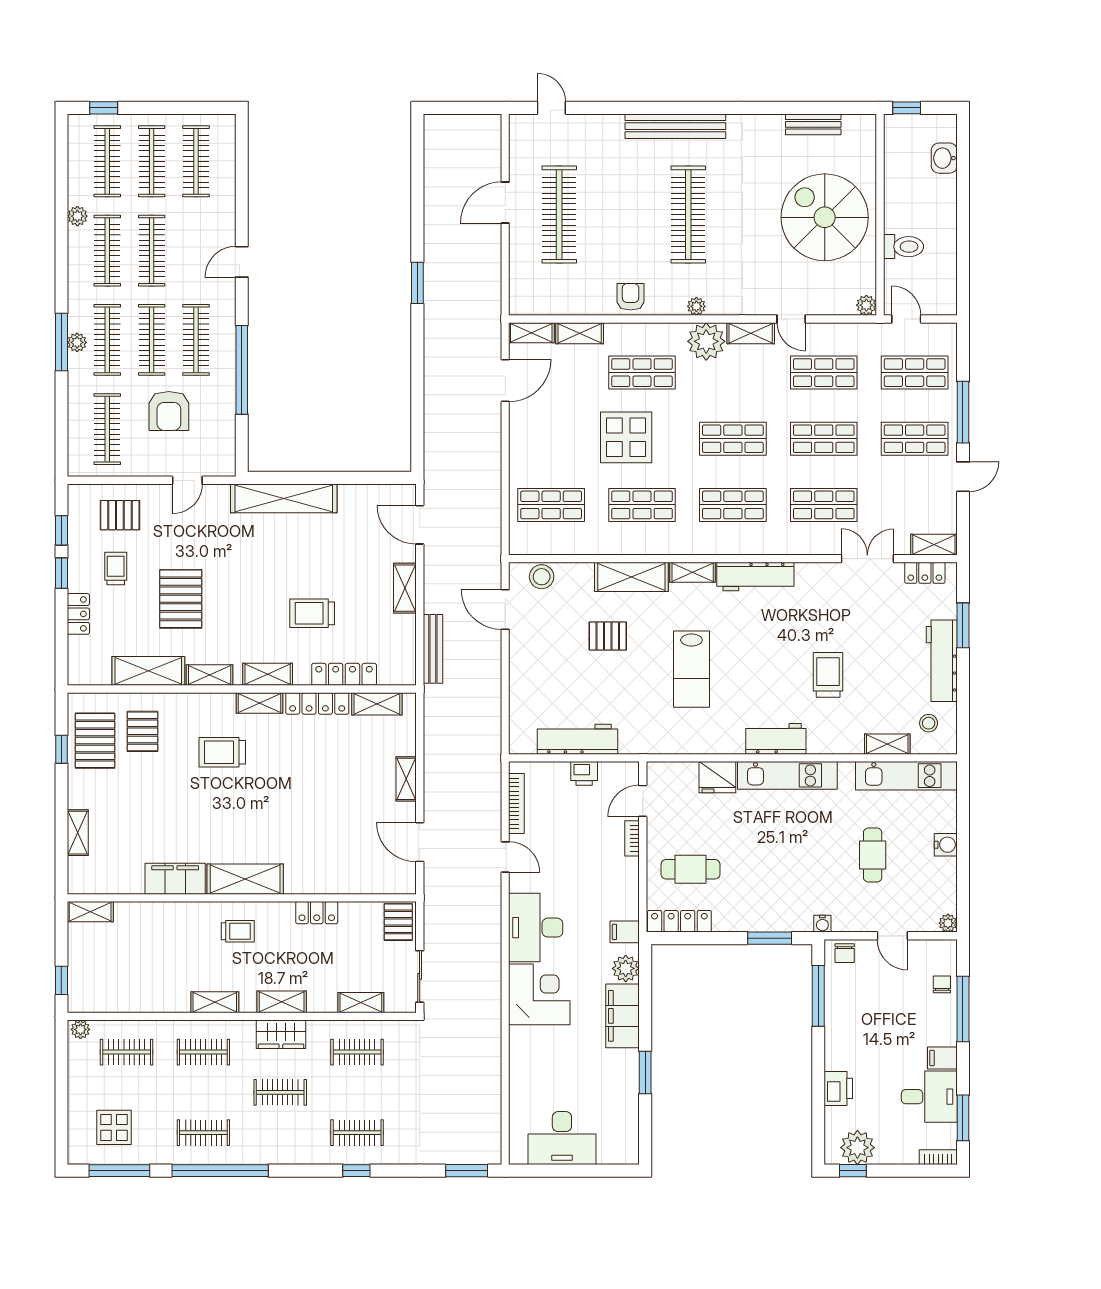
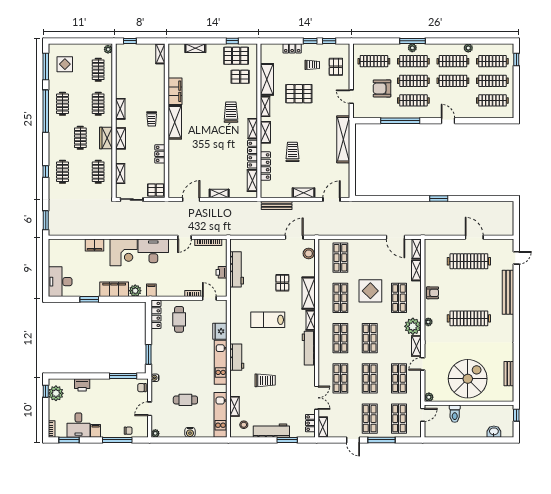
bench: (675, 126) -> (508, 292), moved
filing cabinet: (522, 1060) -> (94, 245), added
desk: (562, 1138) -> (60, 282), moved

